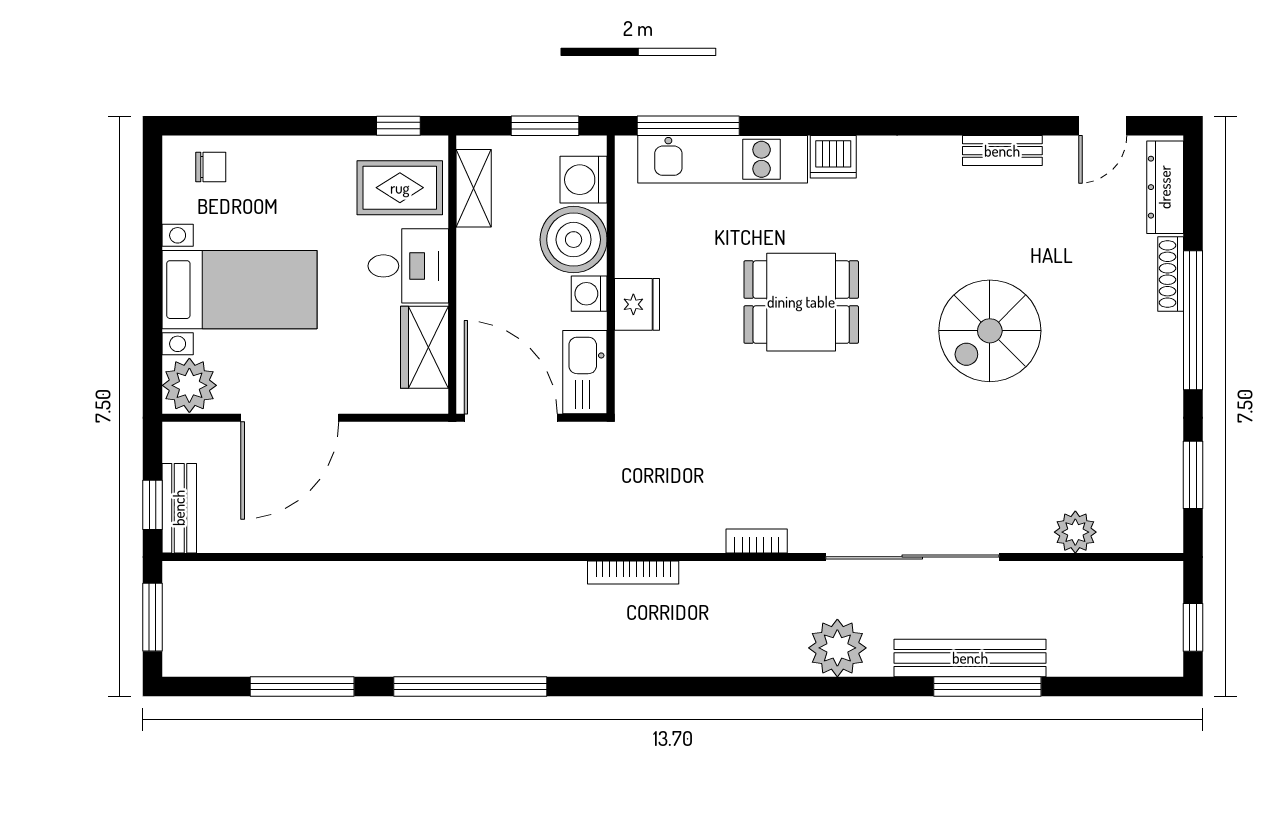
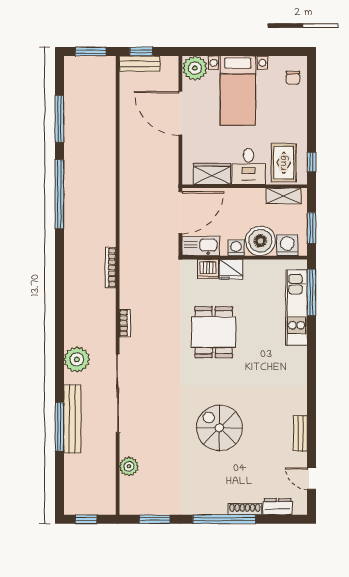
dishwasher: (833, 157) -> (208, 269), moved, turned -90
dresser: (1165, 187) -> (278, 507), width x0.70
dining table: (801, 302) -> (214, 332), moved

